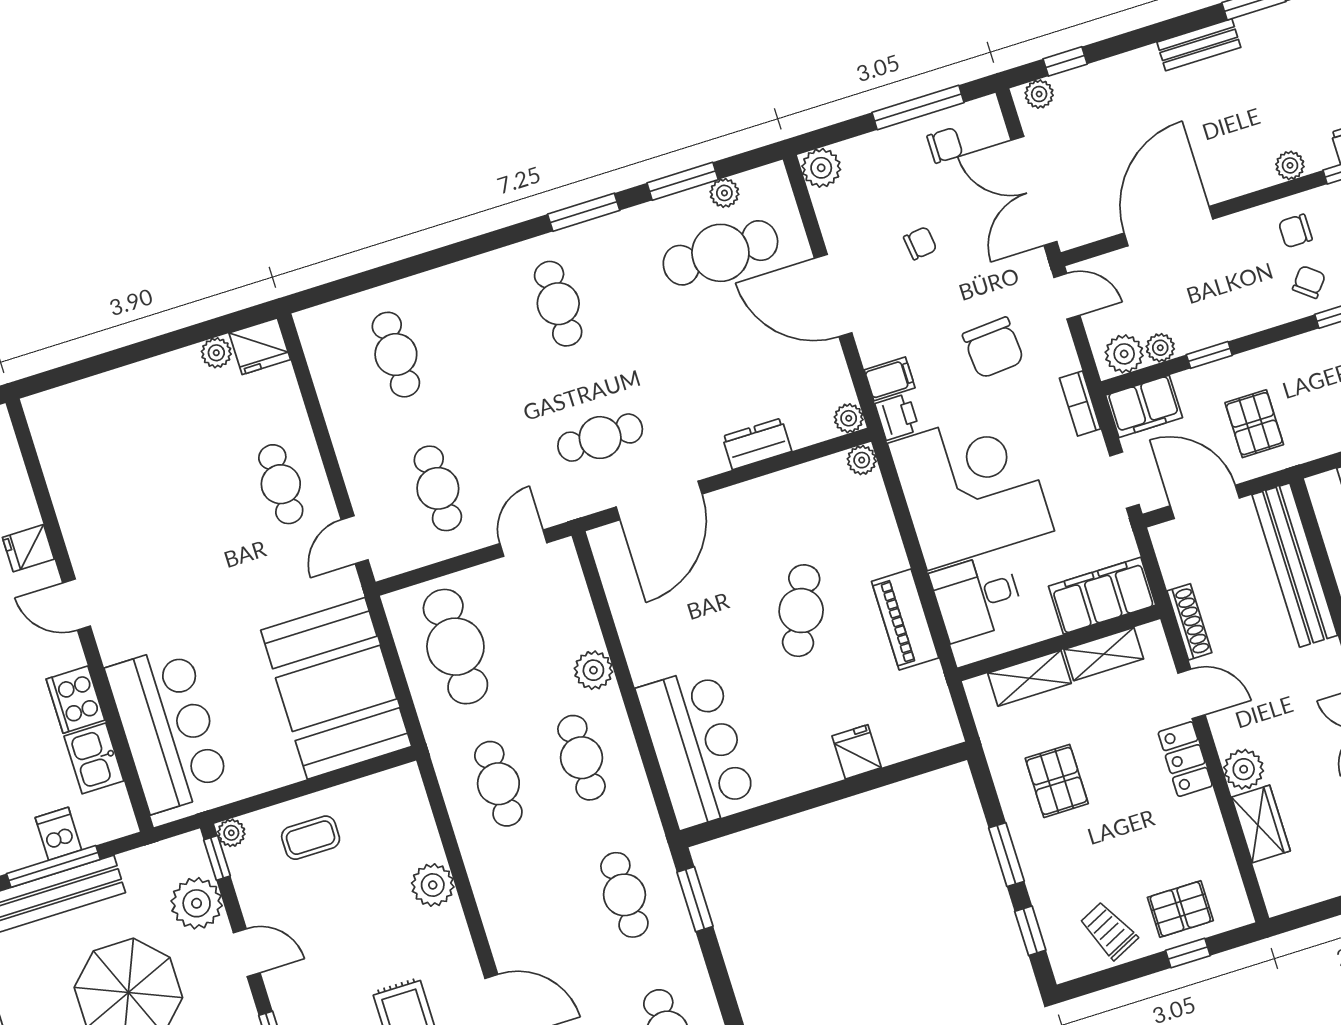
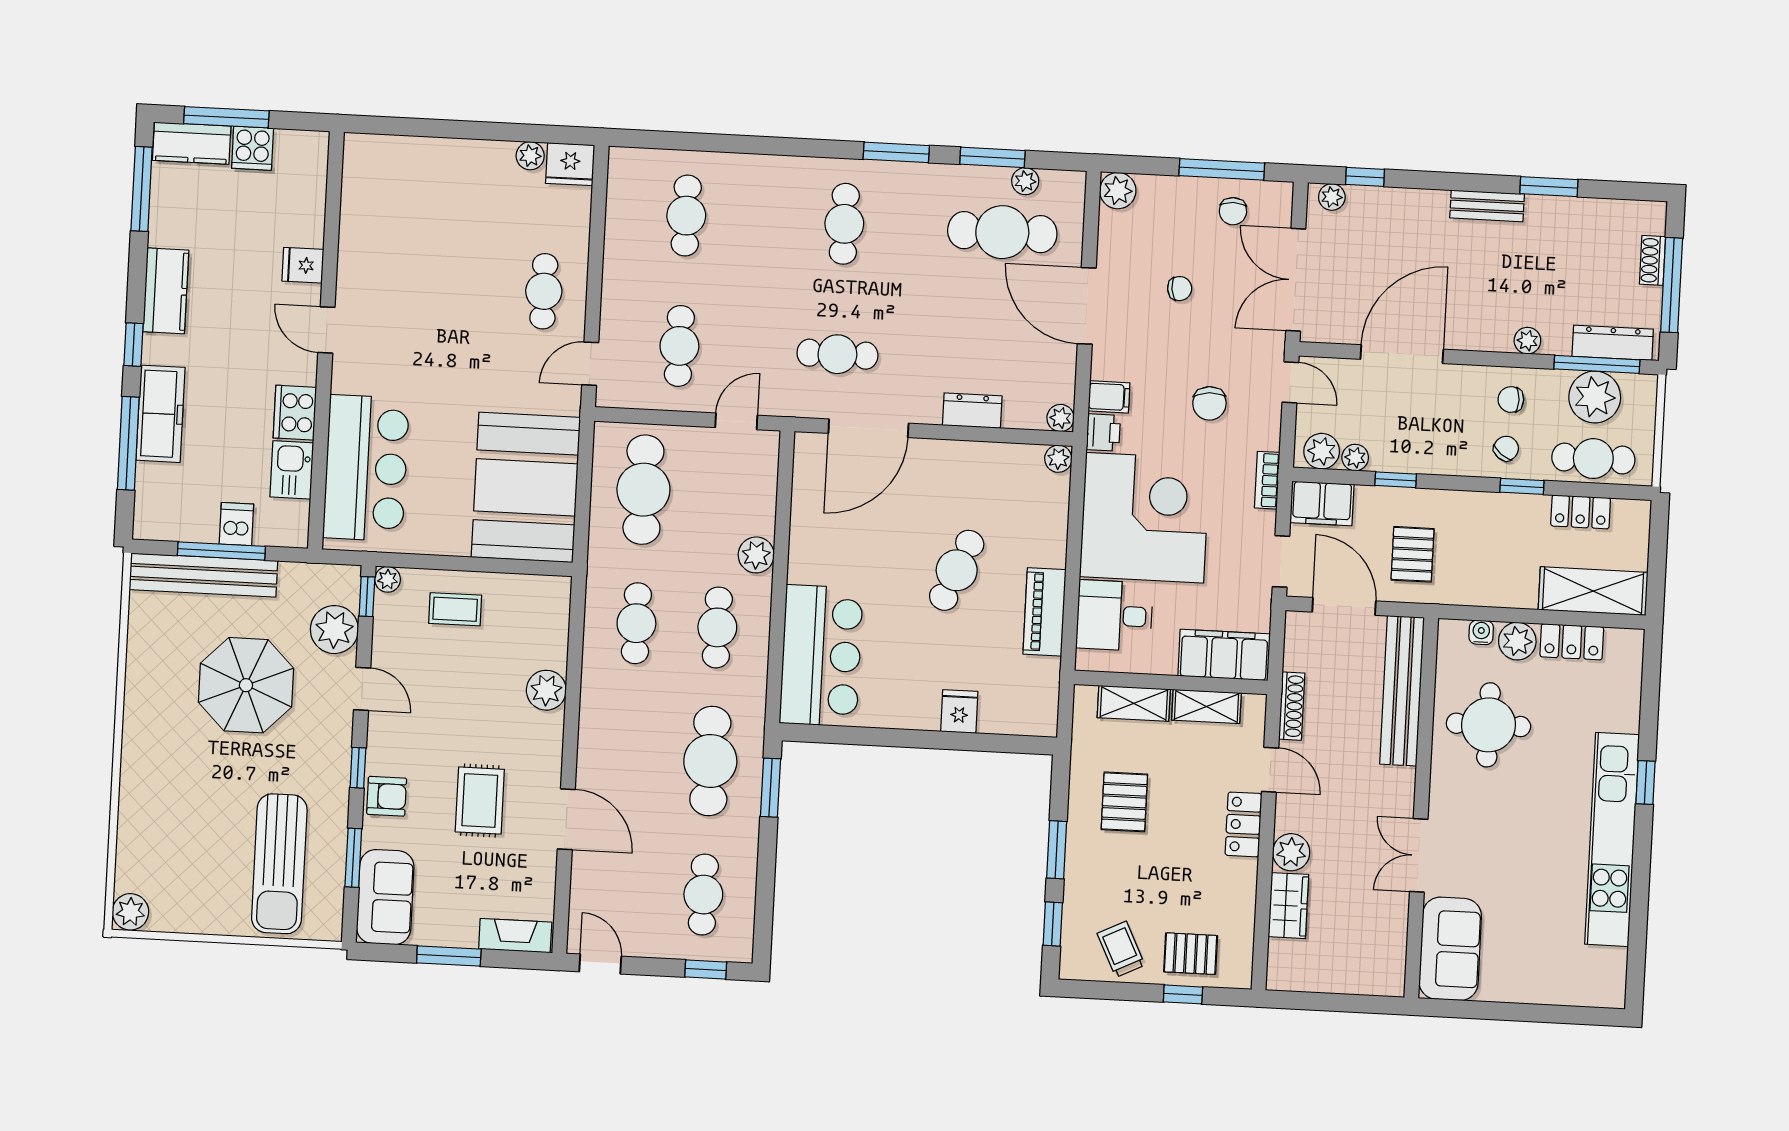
chair: (945, 145) -> (1233, 211), turned 90
chair: (993, 348) -> (1209, 403), width x0.73, depth x0.73
cafe table: (624, 895) -> (710, 761), width x1.37, depth x1.35

